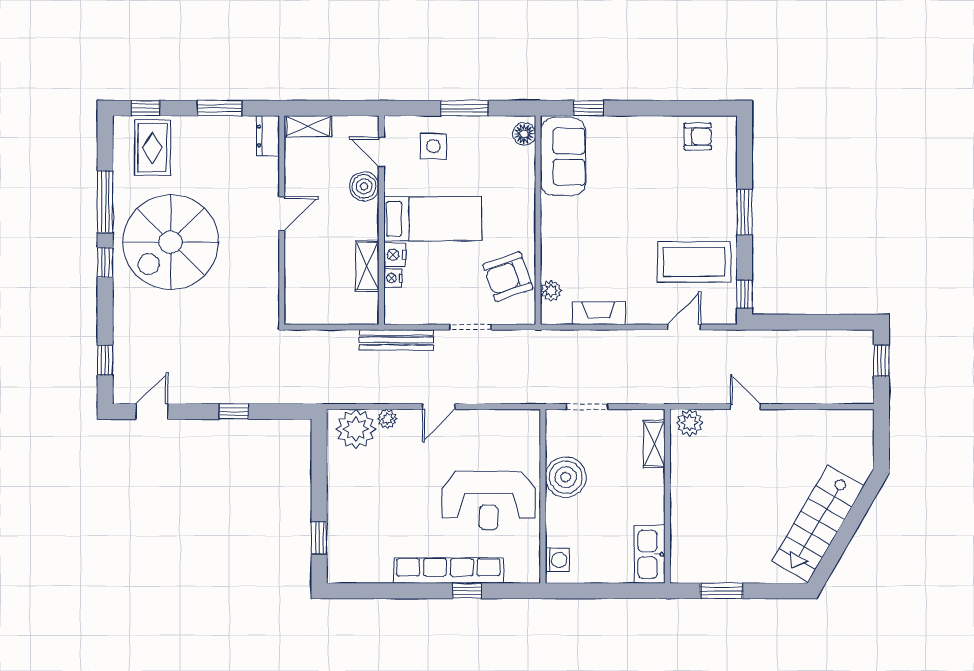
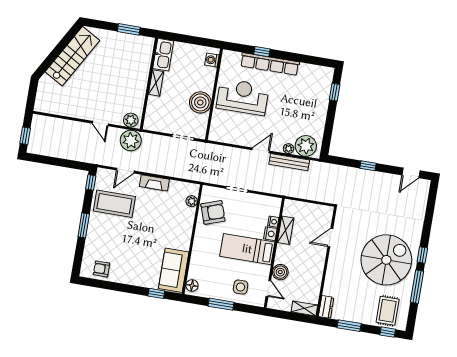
door: (282, 214) -> (330, 238), moved
fireplace: (599, 313) -> (154, 183), moved
bench: (396, 340) -> (289, 162), moved
window: (105, 360) -> (431, 204), removed
plant: (683, 385) -> (131, 141), added
shelving: (654, 444) -> (156, 83), moved

